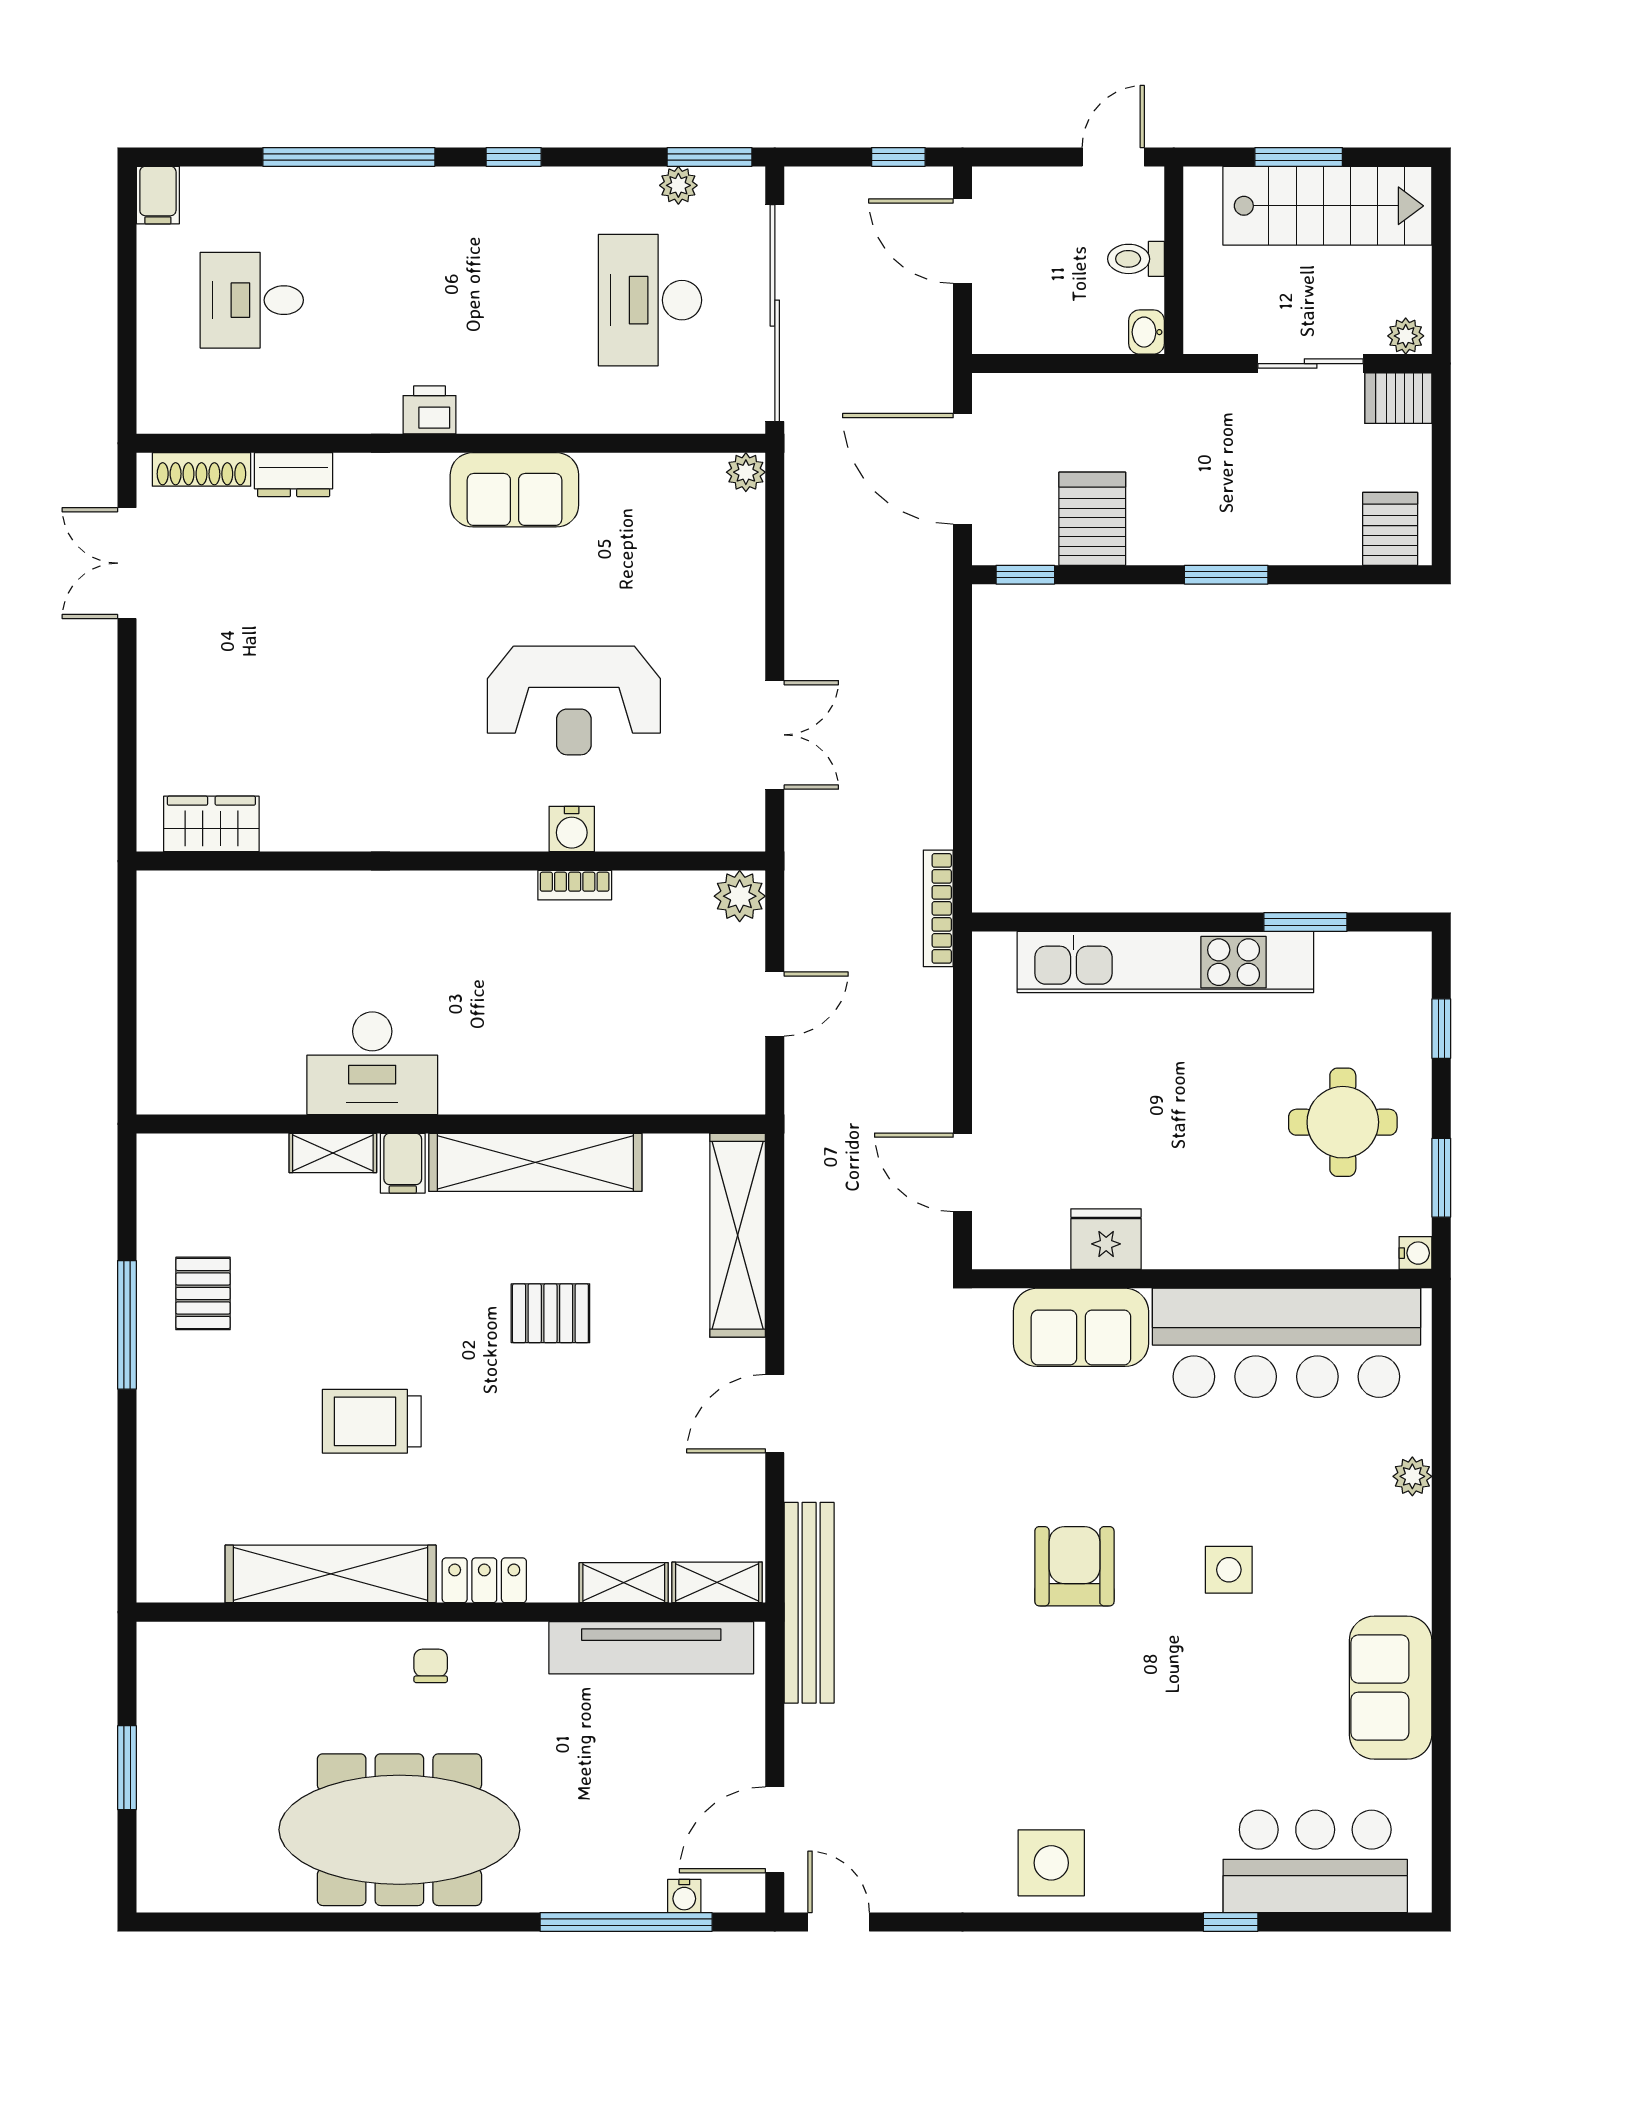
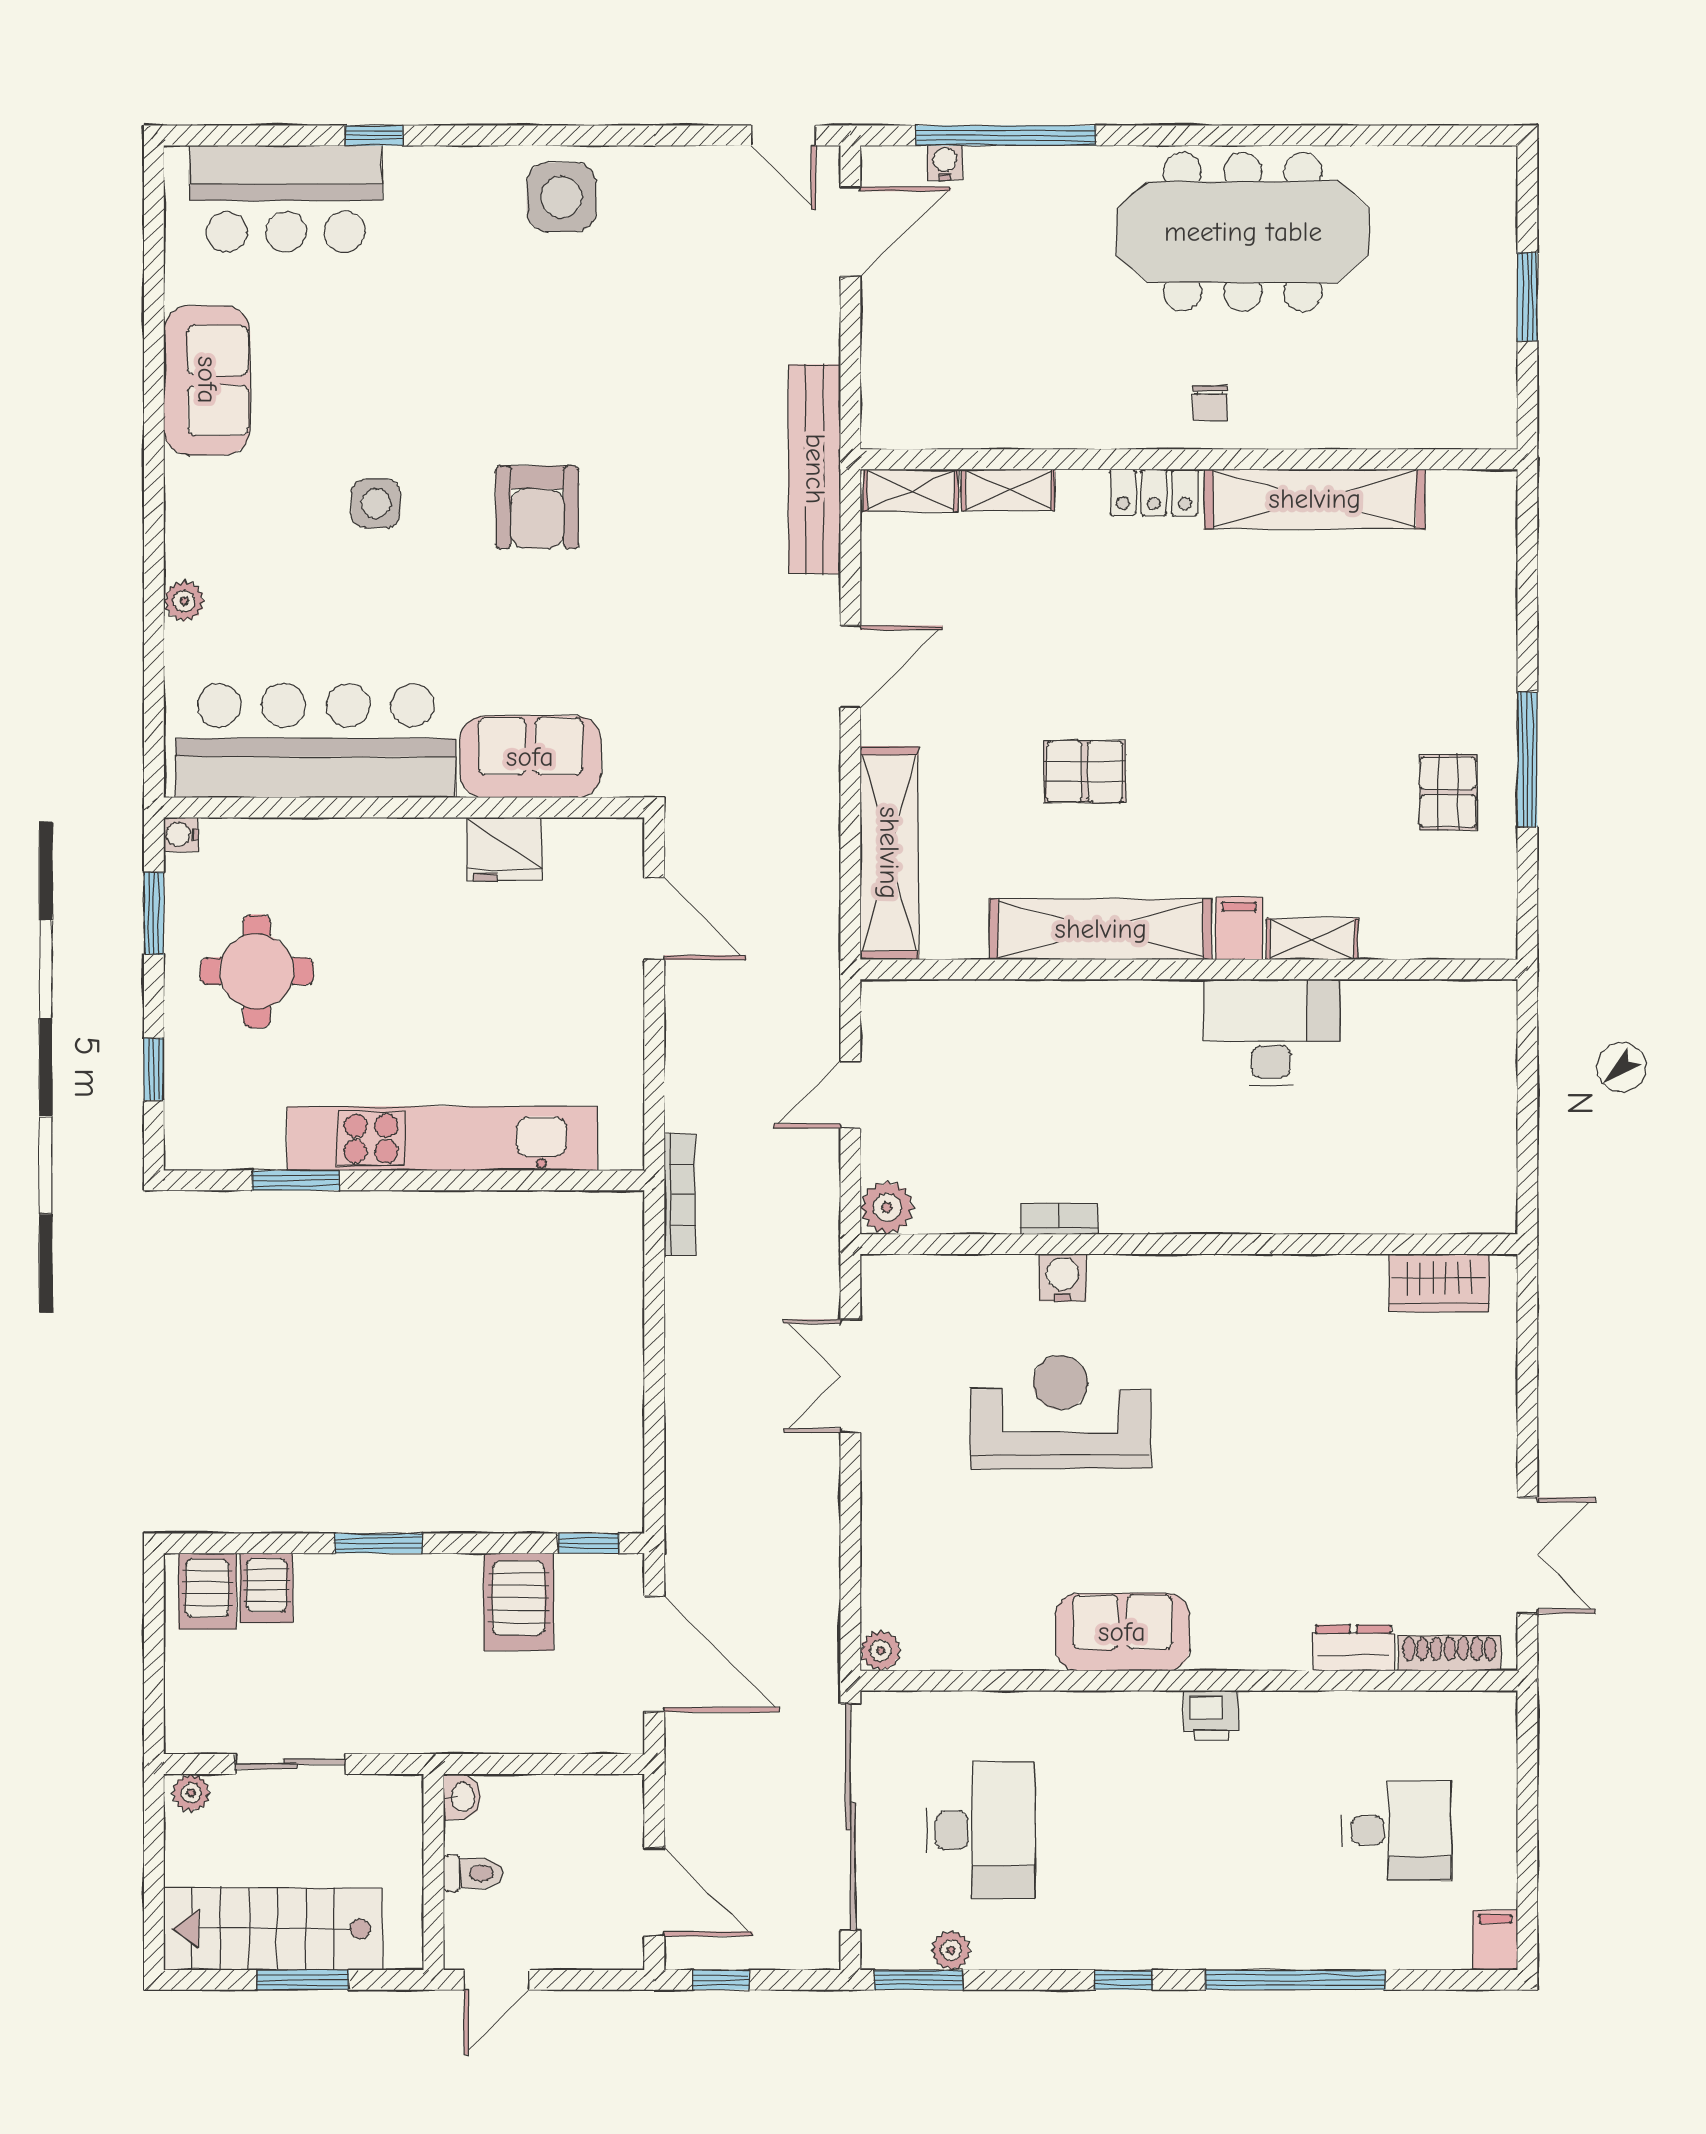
server rack: (1398, 398) -> (266, 1588), moved, turned 90
trolley: (372, 1421) -> (1271, 659), removed
tv unit: (651, 1648) -> (979, 422), removed

